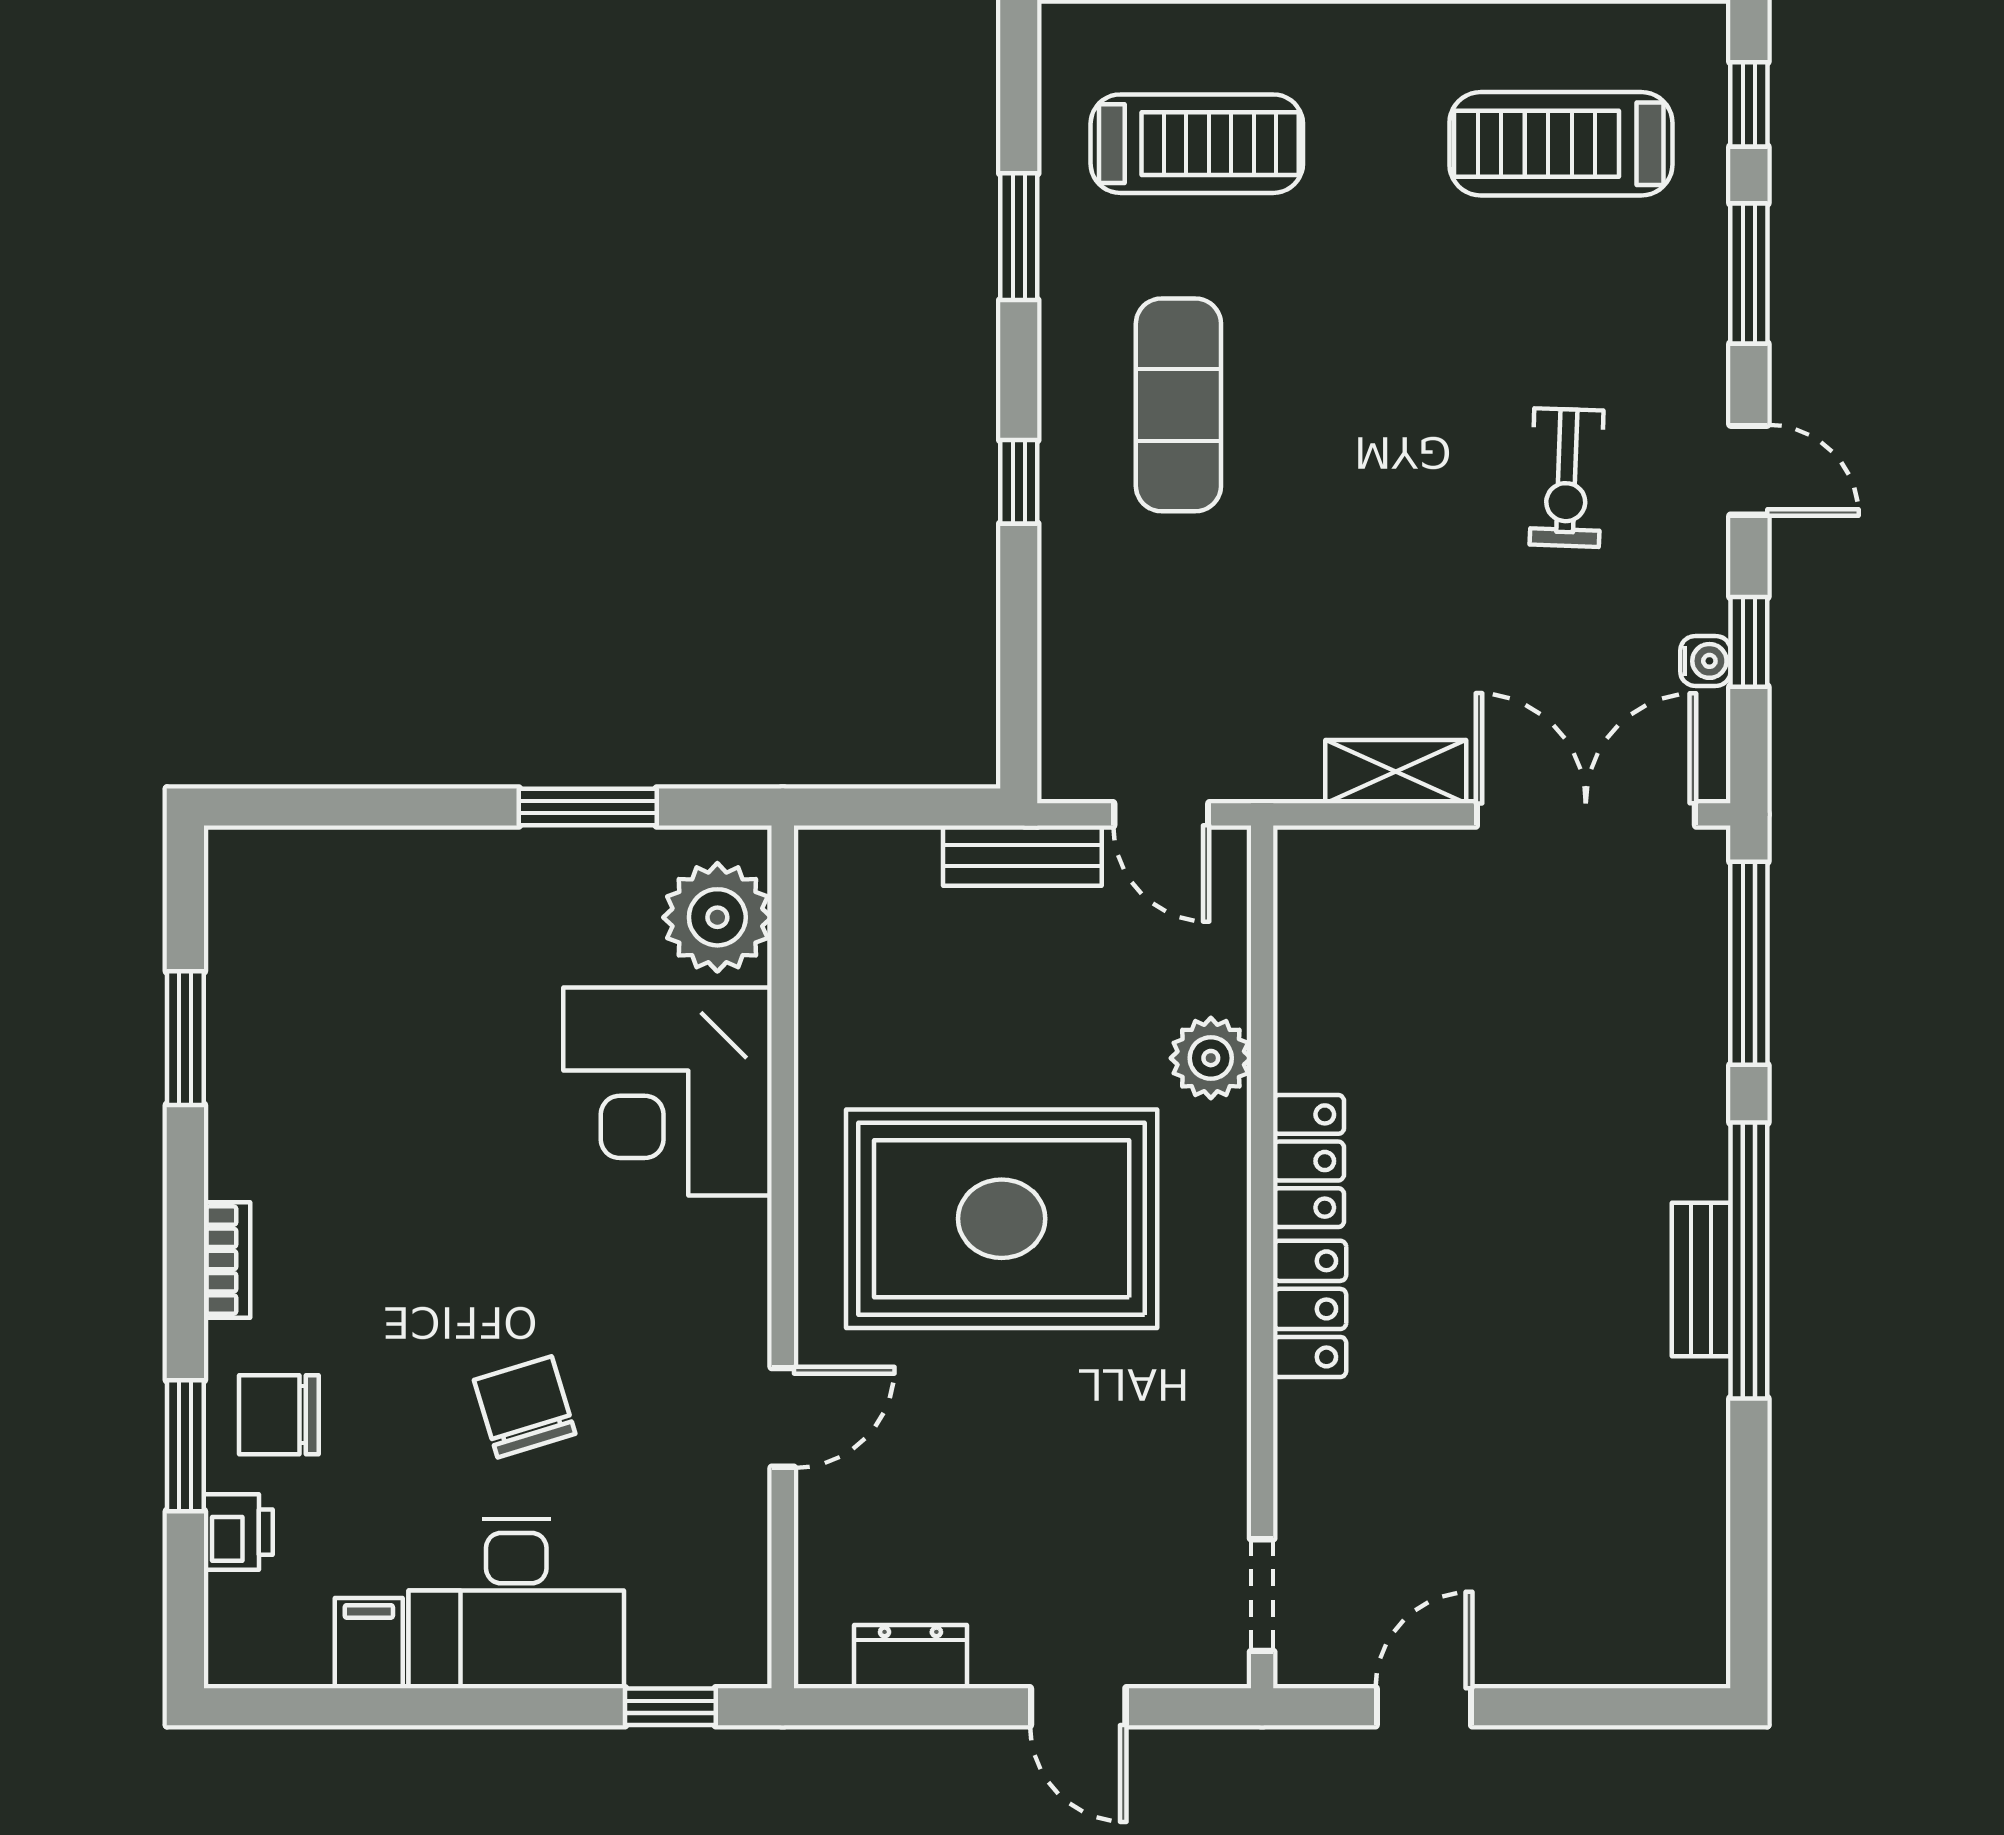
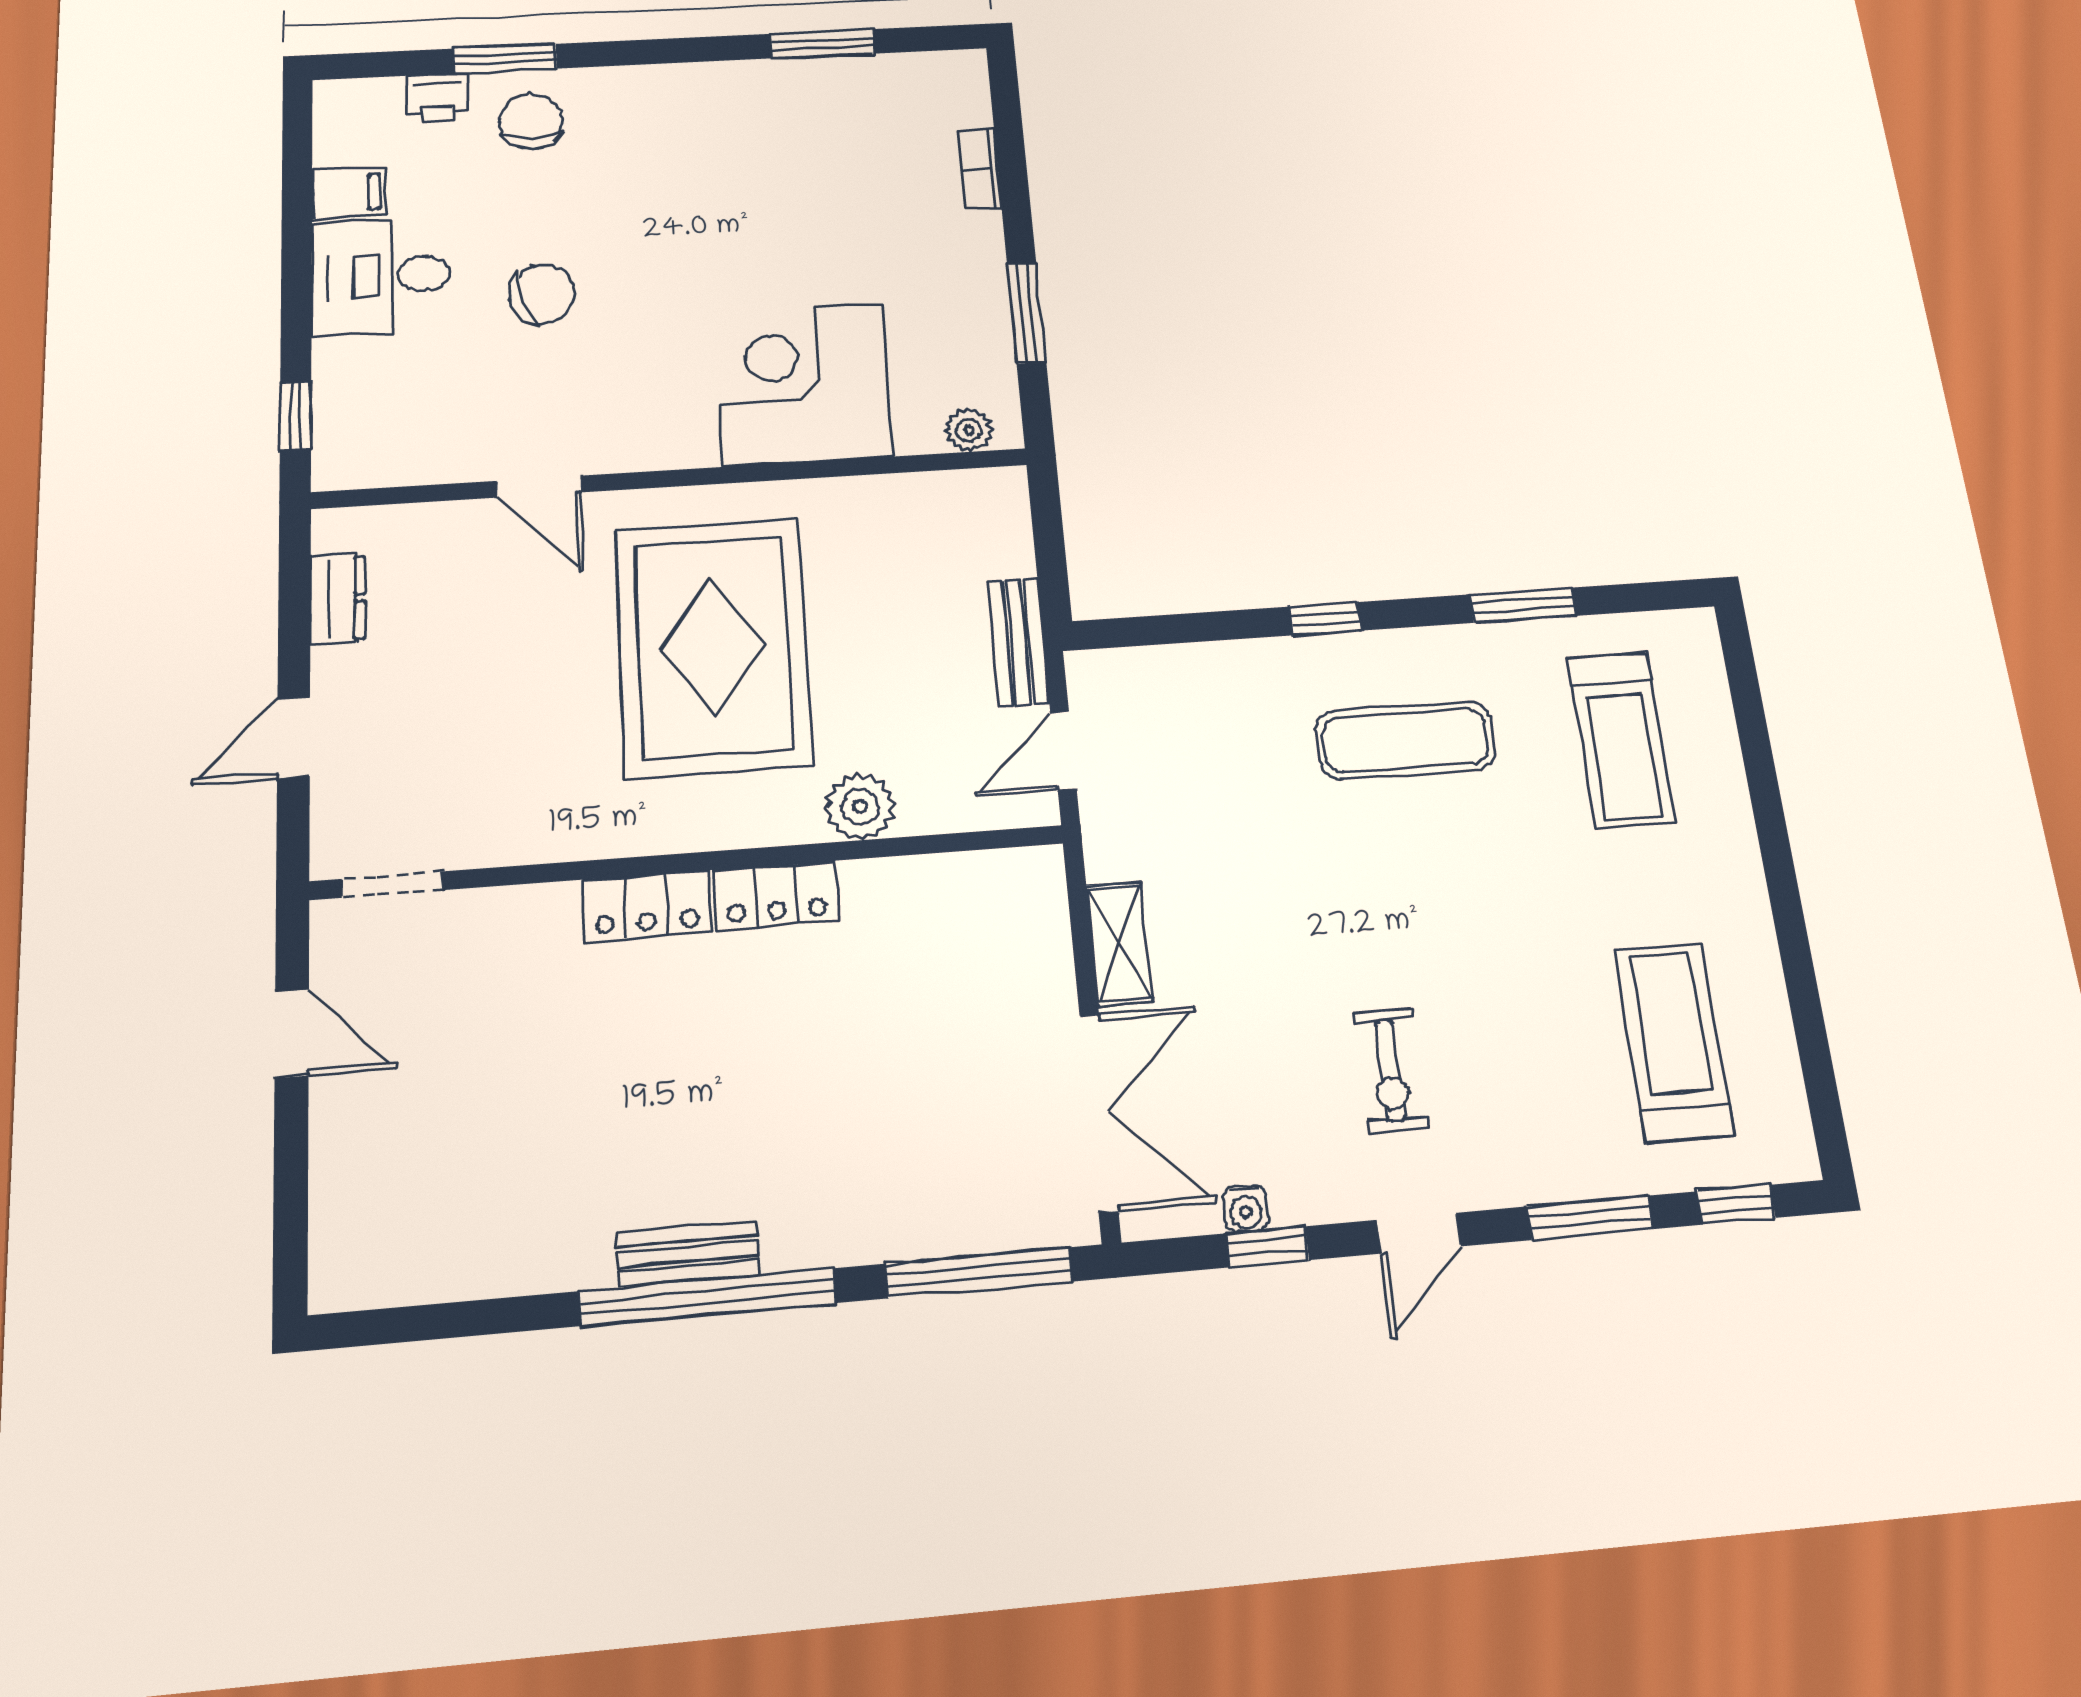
exercise bike: (1567, 478) -> (1390, 1071), turned -92
plant: (717, 917) -> (969, 430), width x0.53, depth x0.53
bookcase: (227, 1260) -> (980, 169), moved, turned 90
desk: (516, 1604) -> (381, 276), width x0.73

